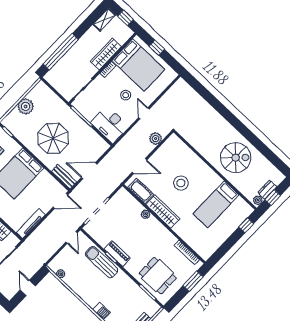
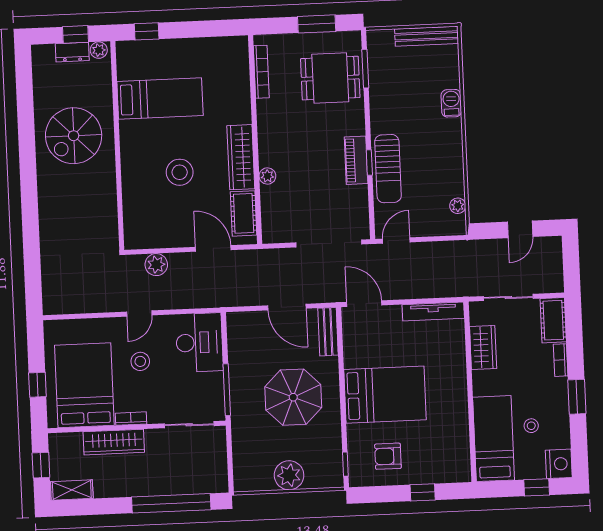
spiral stairs: (236, 158) -> (74, 136), turned -90
dining table: (158, 276) -> (330, 78), turned 90
window: (193, 281) -> (317, 24), moved

